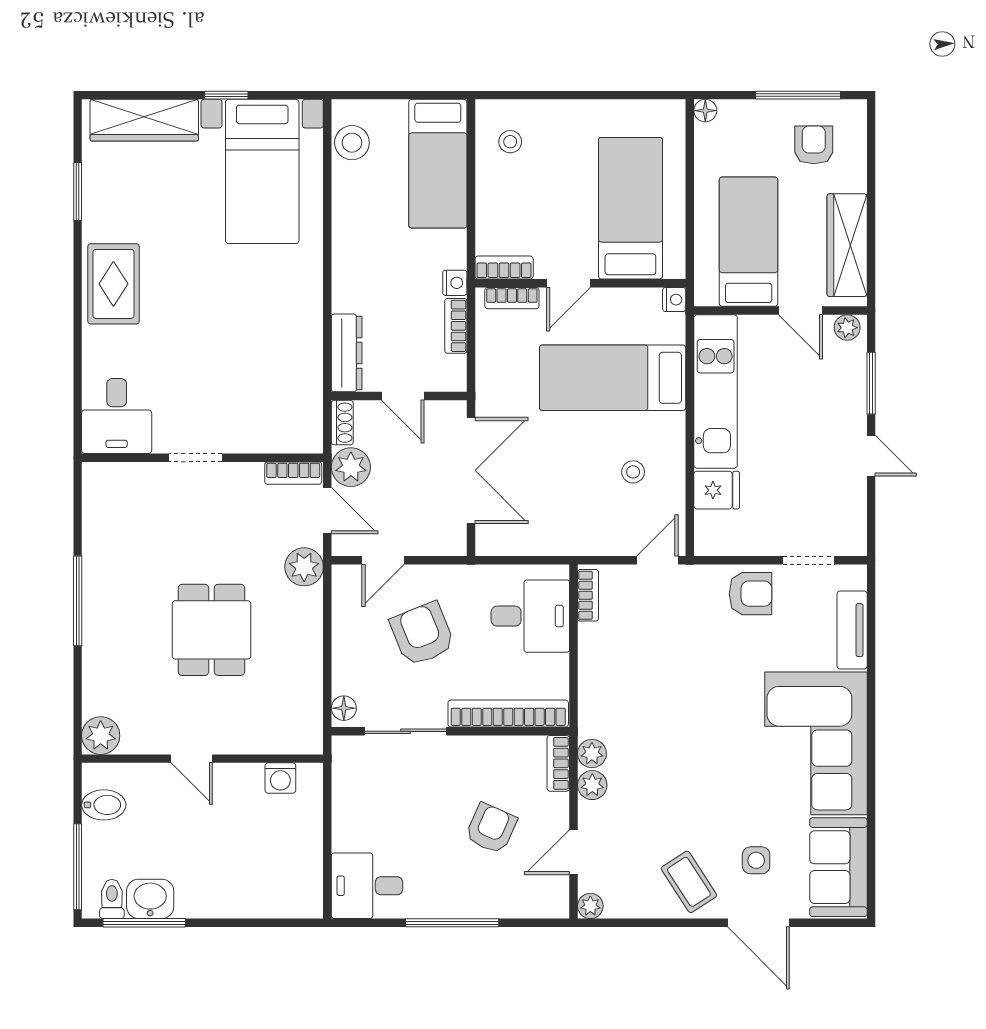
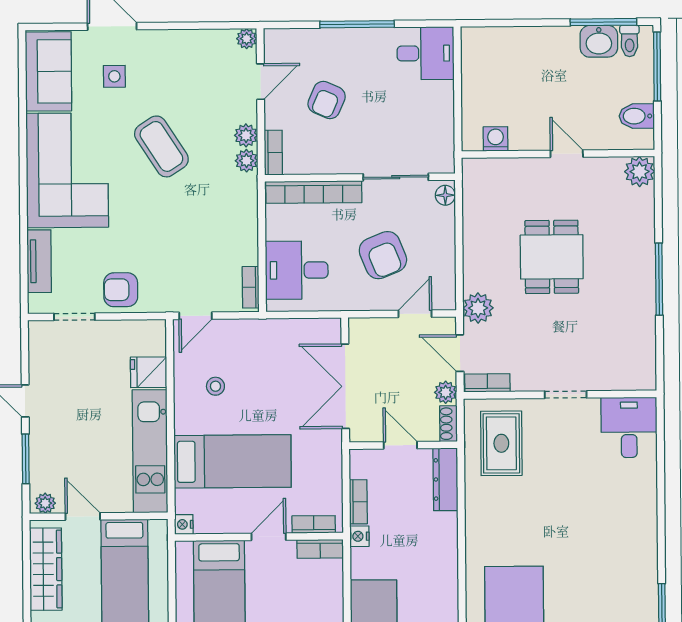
rug: (113, 284) -> (501, 443), moved
plant: (351, 467) -> (446, 392), width x0.73, depth x0.73
coffee table: (689, 882) -> (161, 146), moved, width x1.36, depth x1.30

